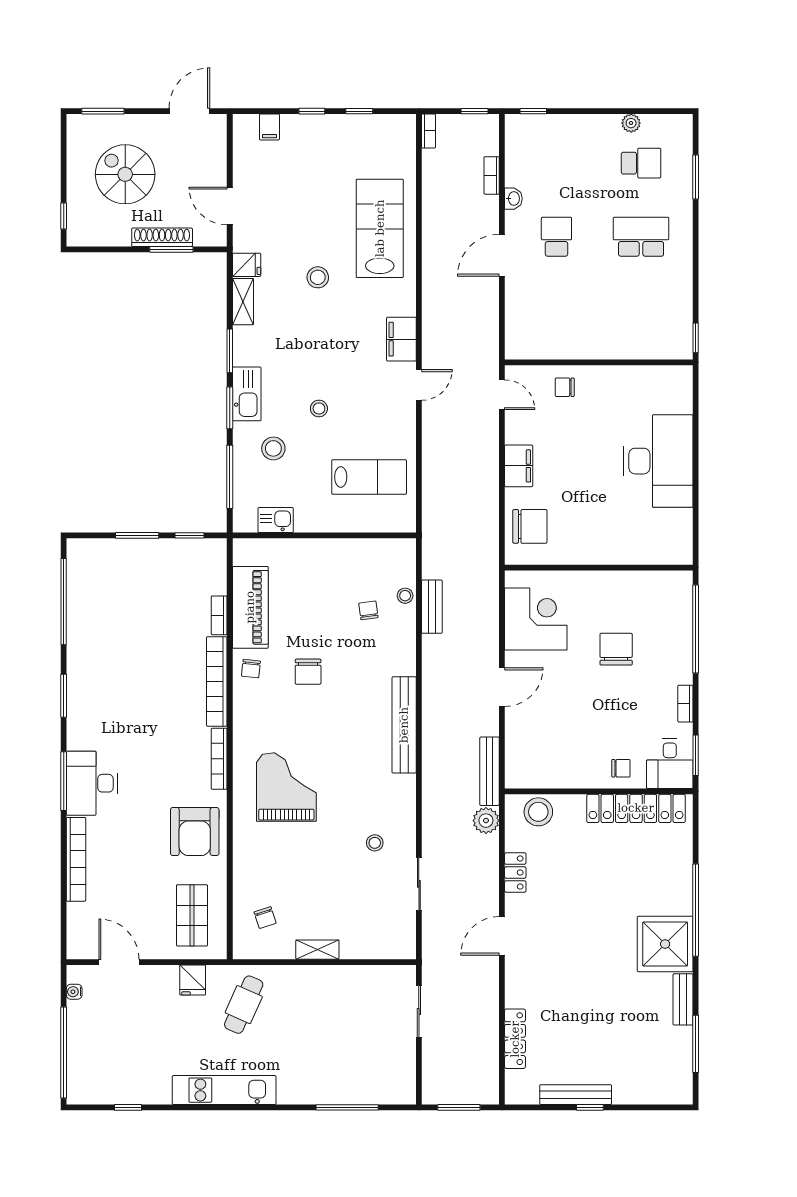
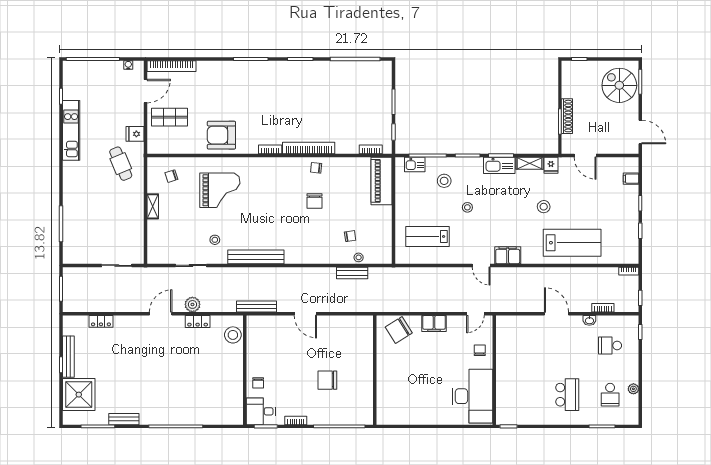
spiral stairs: (125, 174) -> (619, 85), moved, turned -90
door: (230, 206) -> (585, 155), swing flipped
school desk: (556, 237) -> (610, 345), moved, turned 180
kitchen sink: (247, 394) -> (499, 165), moved
desk: (658, 461) -> (472, 396), moved, turned -90
lab bench: (369, 477) -> (428, 236), turned 90
kitchen sink: (276, 520) -> (415, 164), moved, turned 90
chair: (530, 526) -> (399, 330), turned 58
piano: (250, 607) -> (382, 181), moved, turned 90
bookcase: (219, 615) -> (371, 149), moved
corner desk: (536, 619) -> (345, 333), removed
chair: (616, 649) -> (327, 380), turned 180
chair: (308, 672) -> (314, 201), turned -90
bench: (404, 725) -> (256, 257), moved
bookcase: (219, 759) -> (270, 149), width x0.64
desk: (92, 783) -> (249, 75), removed
grand piano: (286, 787) -> (220, 190), moved
locker: (636, 808) -> (235, 392), removed
plant: (486, 821) -> (192, 304), moved
bookcase: (76, 859) -> (172, 66), moved
shop shelf: (192, 915) -> (169, 117), moved
door: (502, 936) -> (161, 314), hinge flipped
shower: (665, 944) -> (79, 395), moved
cafe table: (244, 1005) -> (121, 164), turned 43
locker: (515, 1039) -> (101, 321), width x0.66
kitchen unit: (224, 1090) -> (71, 130), moved

